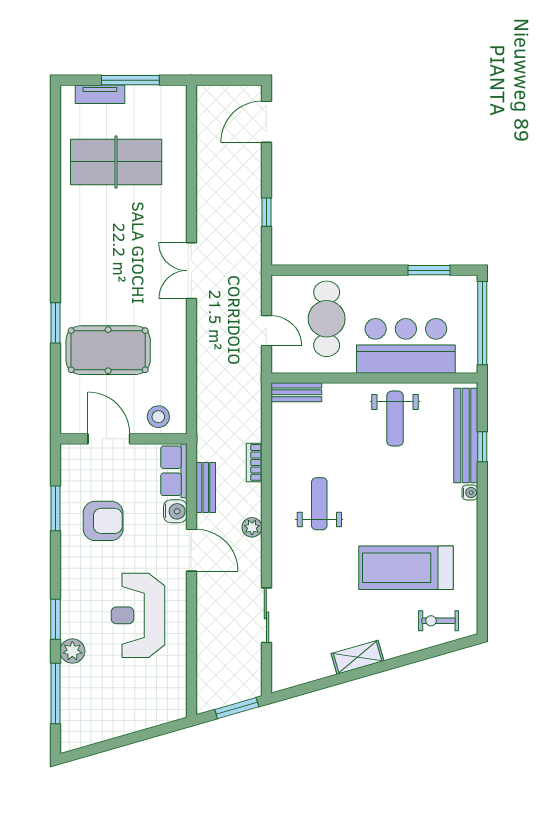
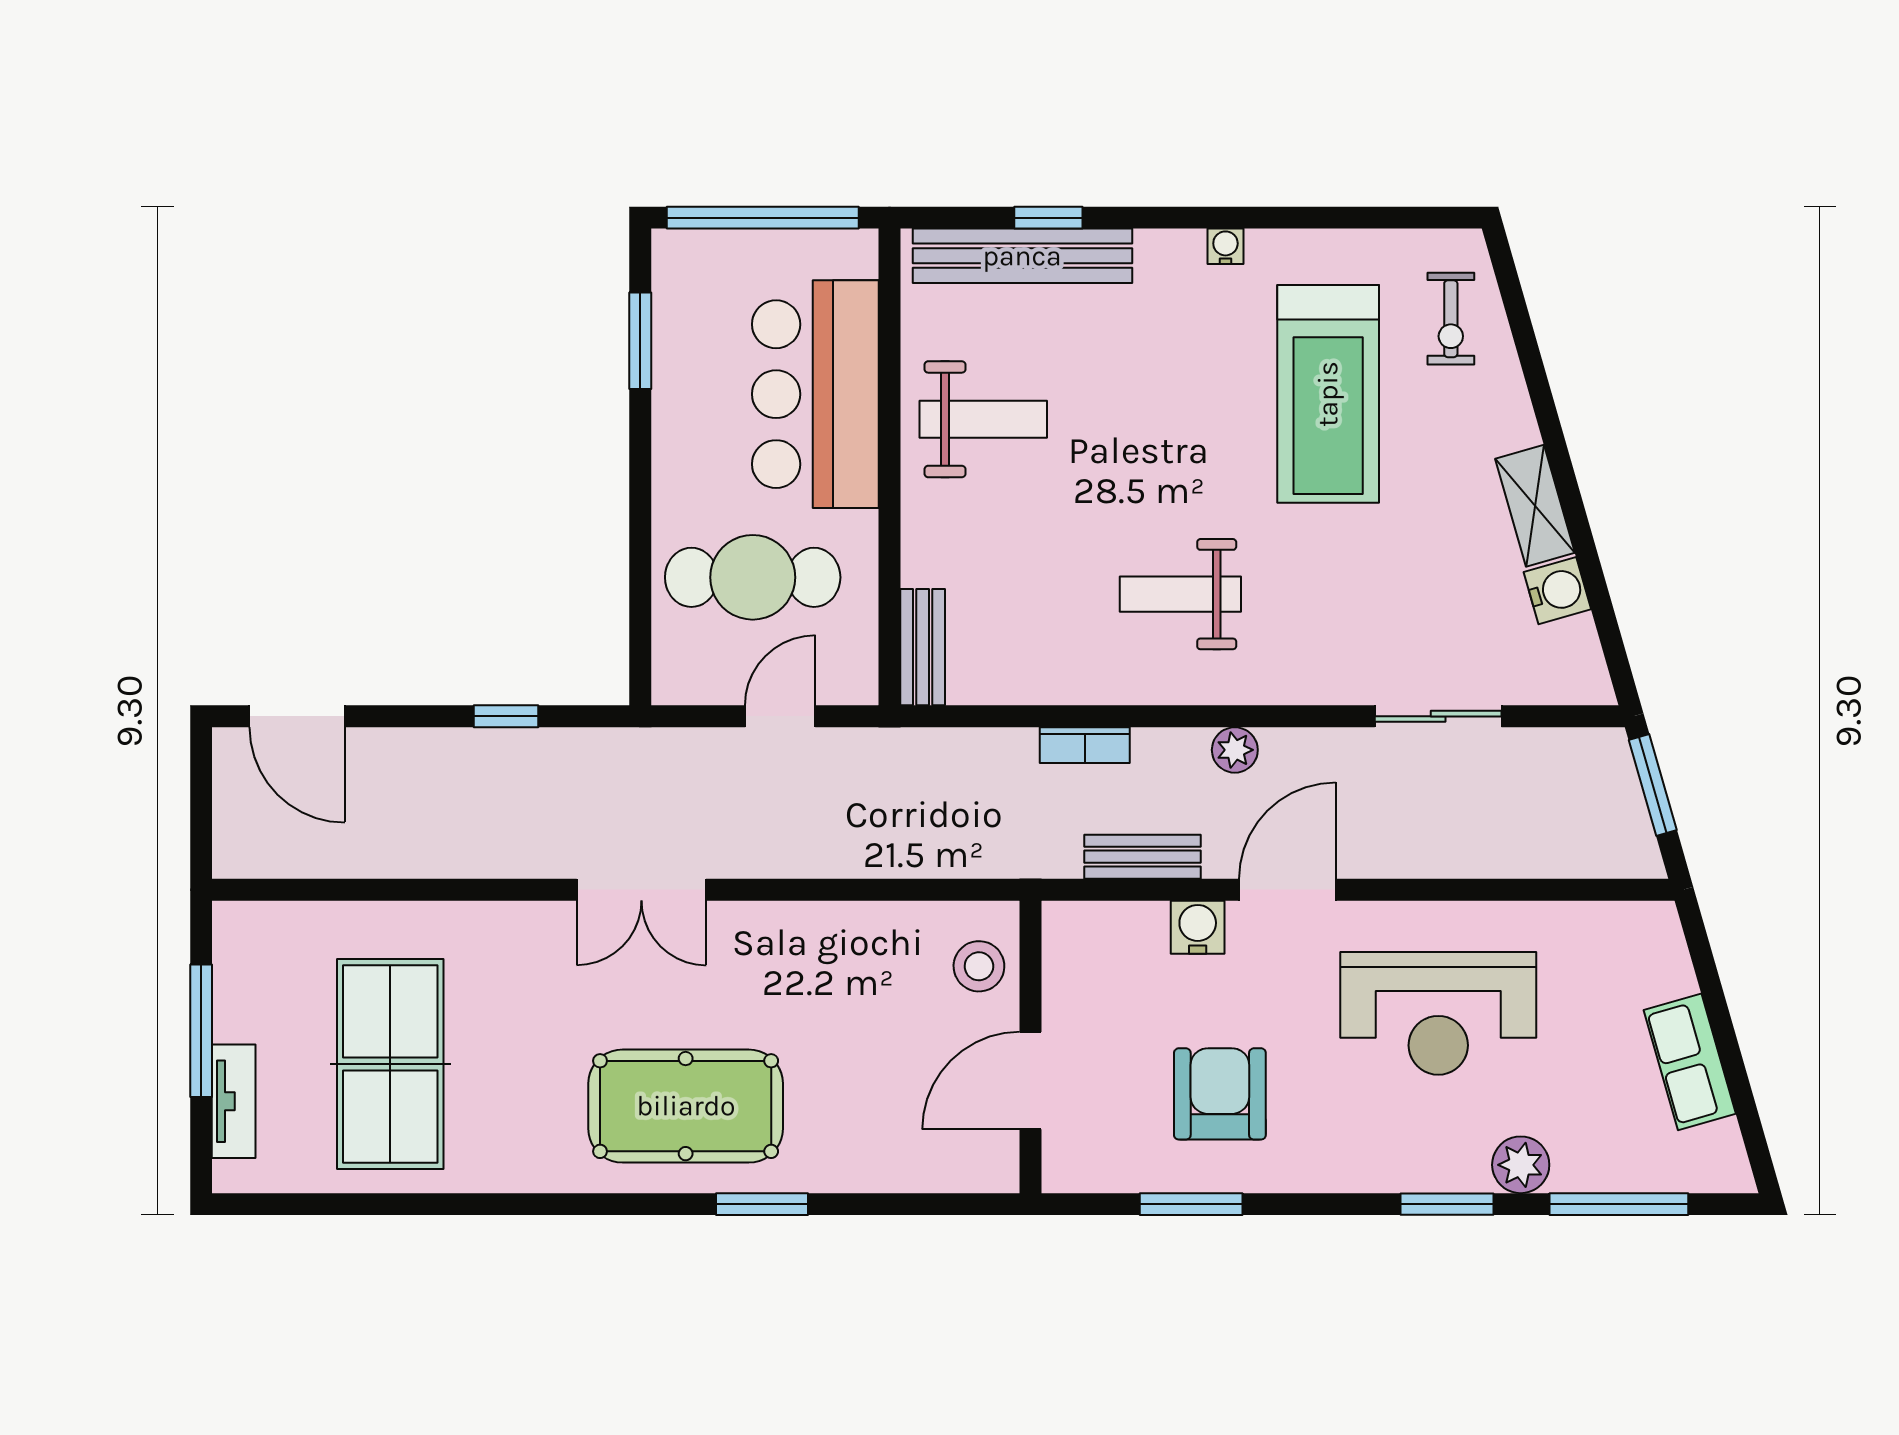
pool table: (108, 350) -> (686, 1106), moved, turned 90
row of seats: (174, 471) -> (1690, 1062), moved, turned 74
water cooler: (470, 493) -> (1225, 246), moved
water cooler: (321, 667) -> (1557, 591), added

